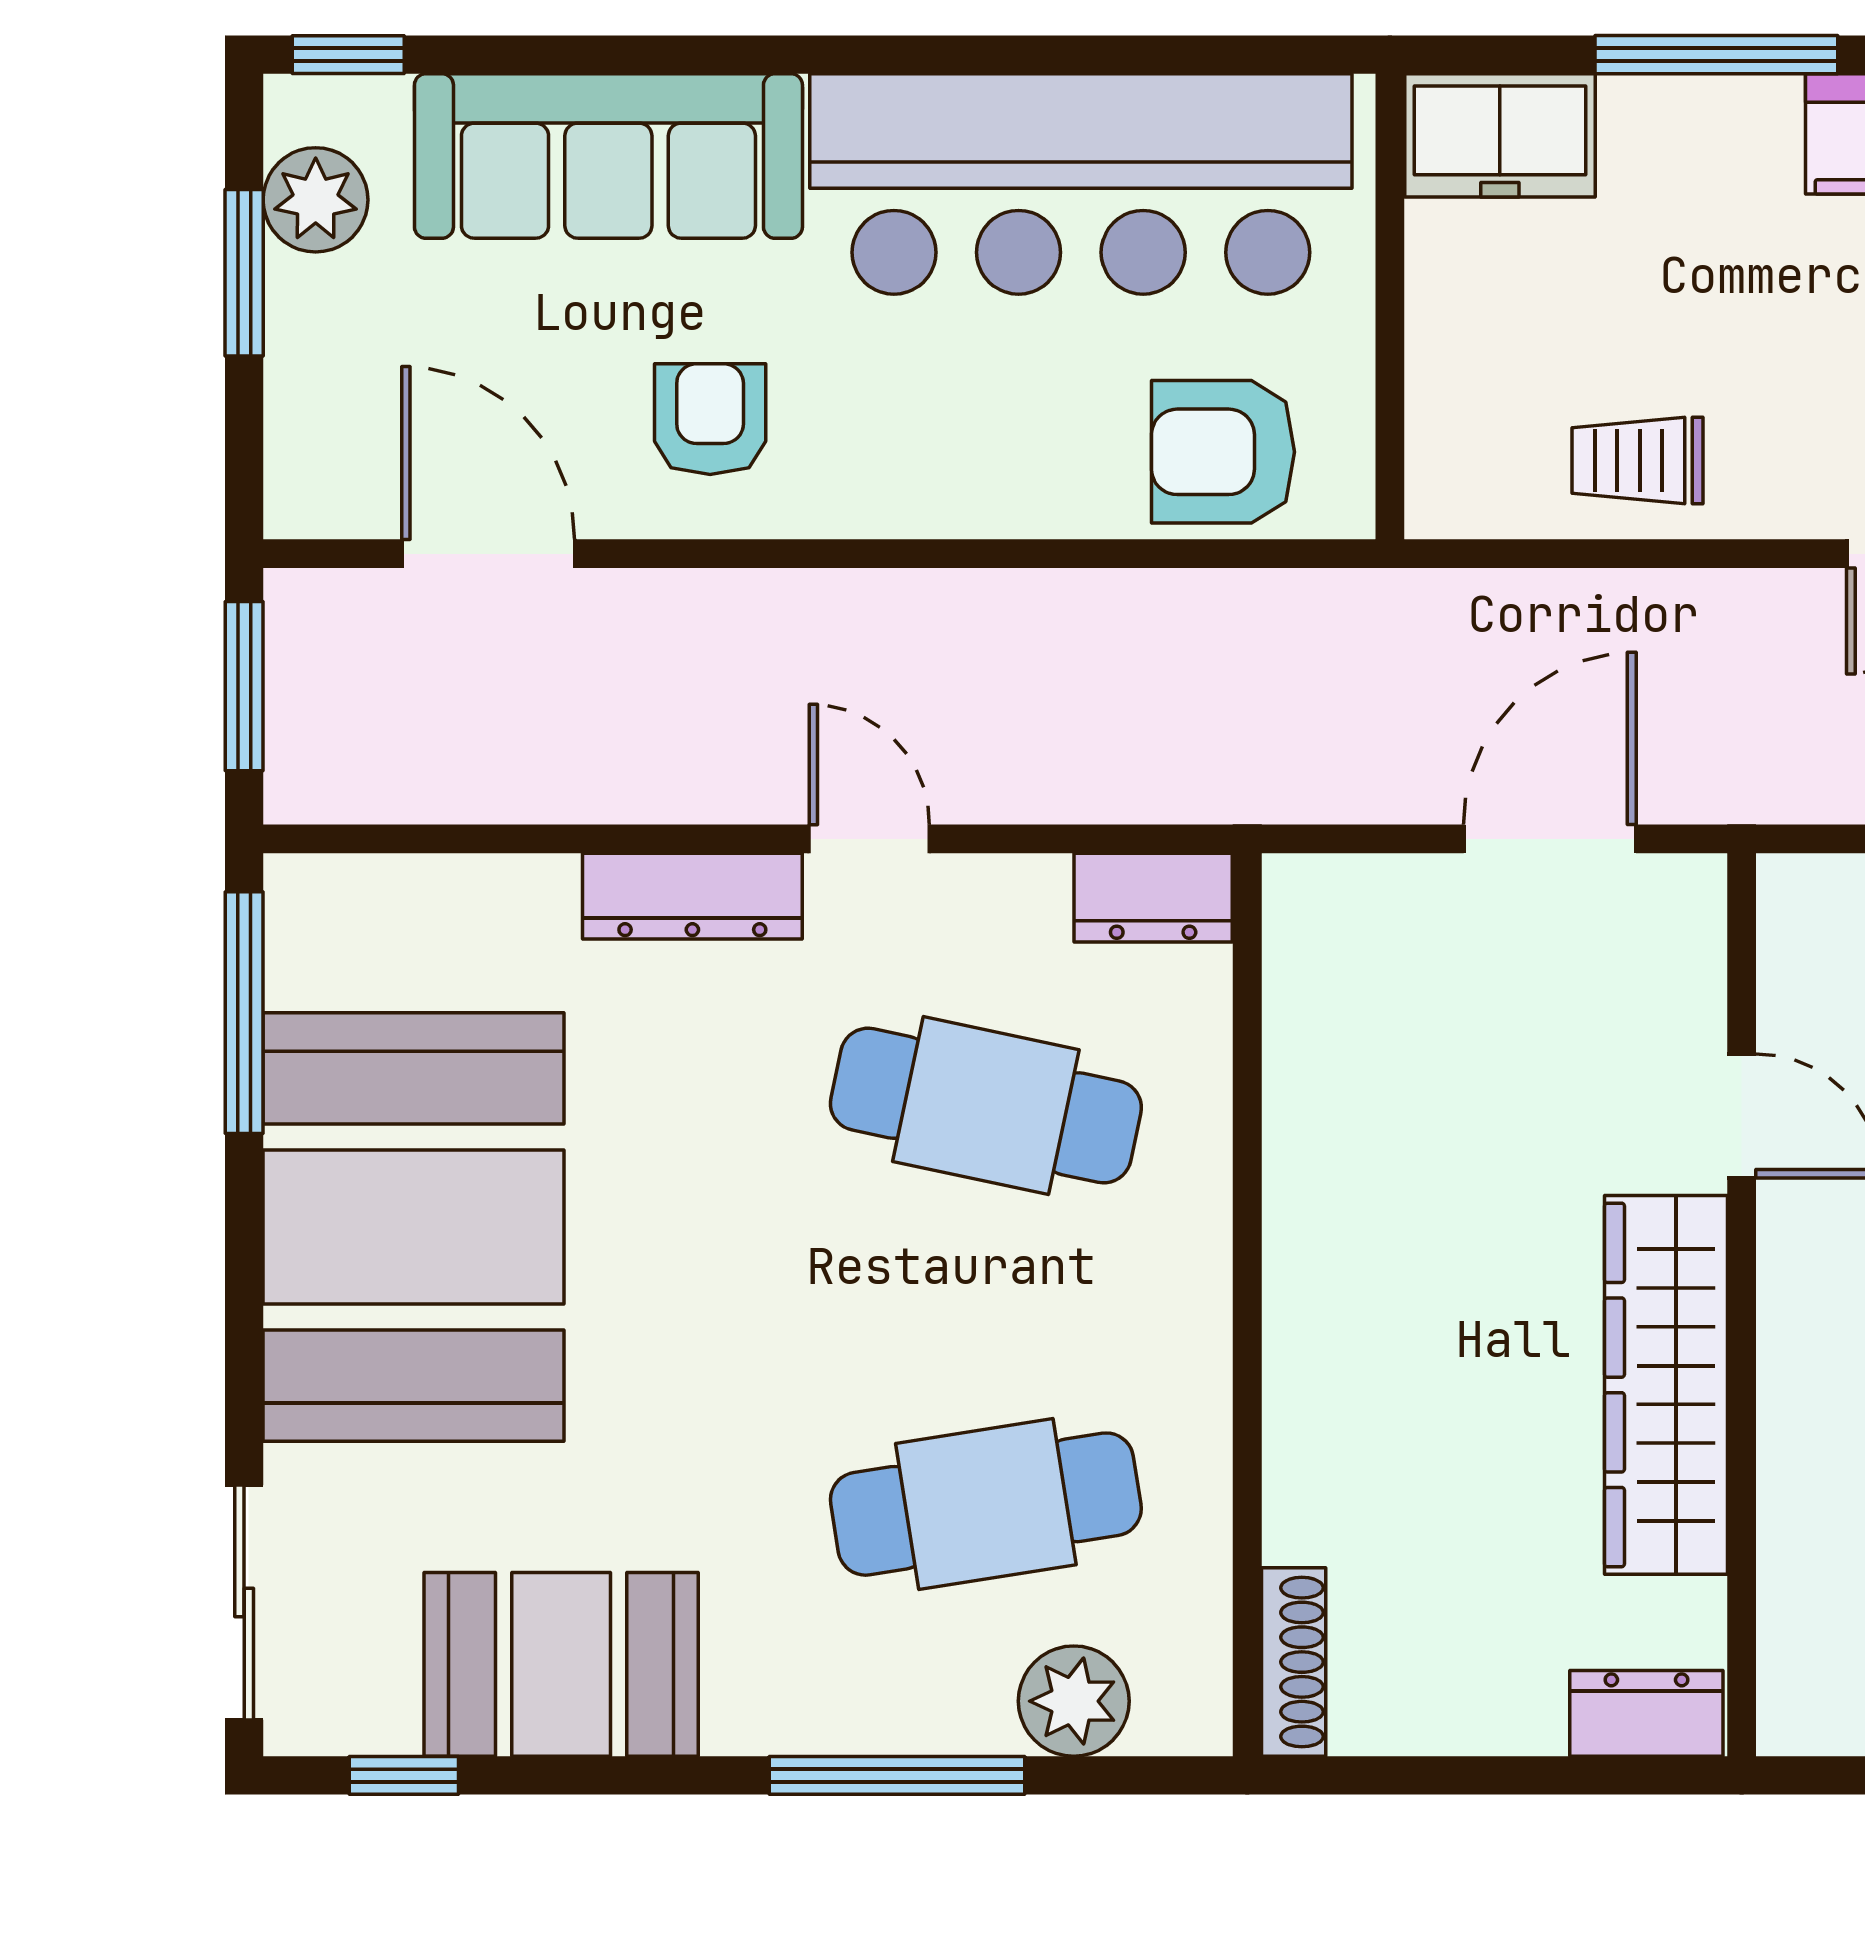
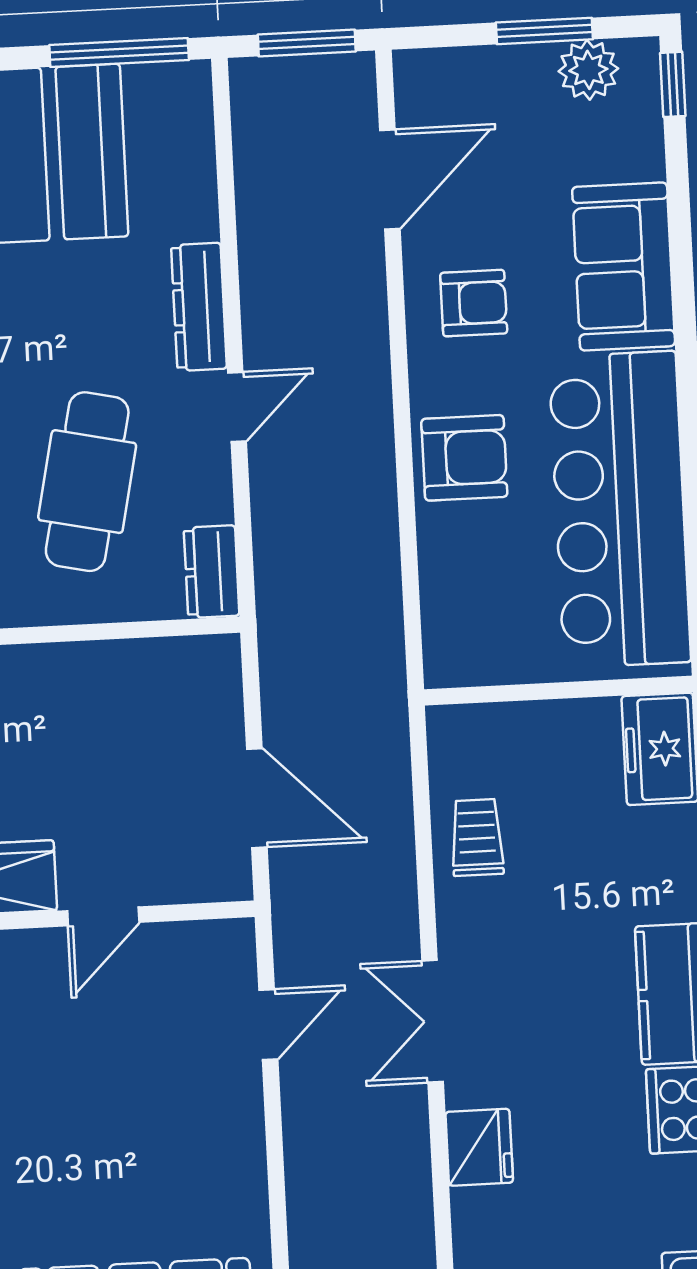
sofa: (608, 156) -> (624, 267), width x0.73
armchair: (1223, 452) -> (464, 458), moved, turned 90

